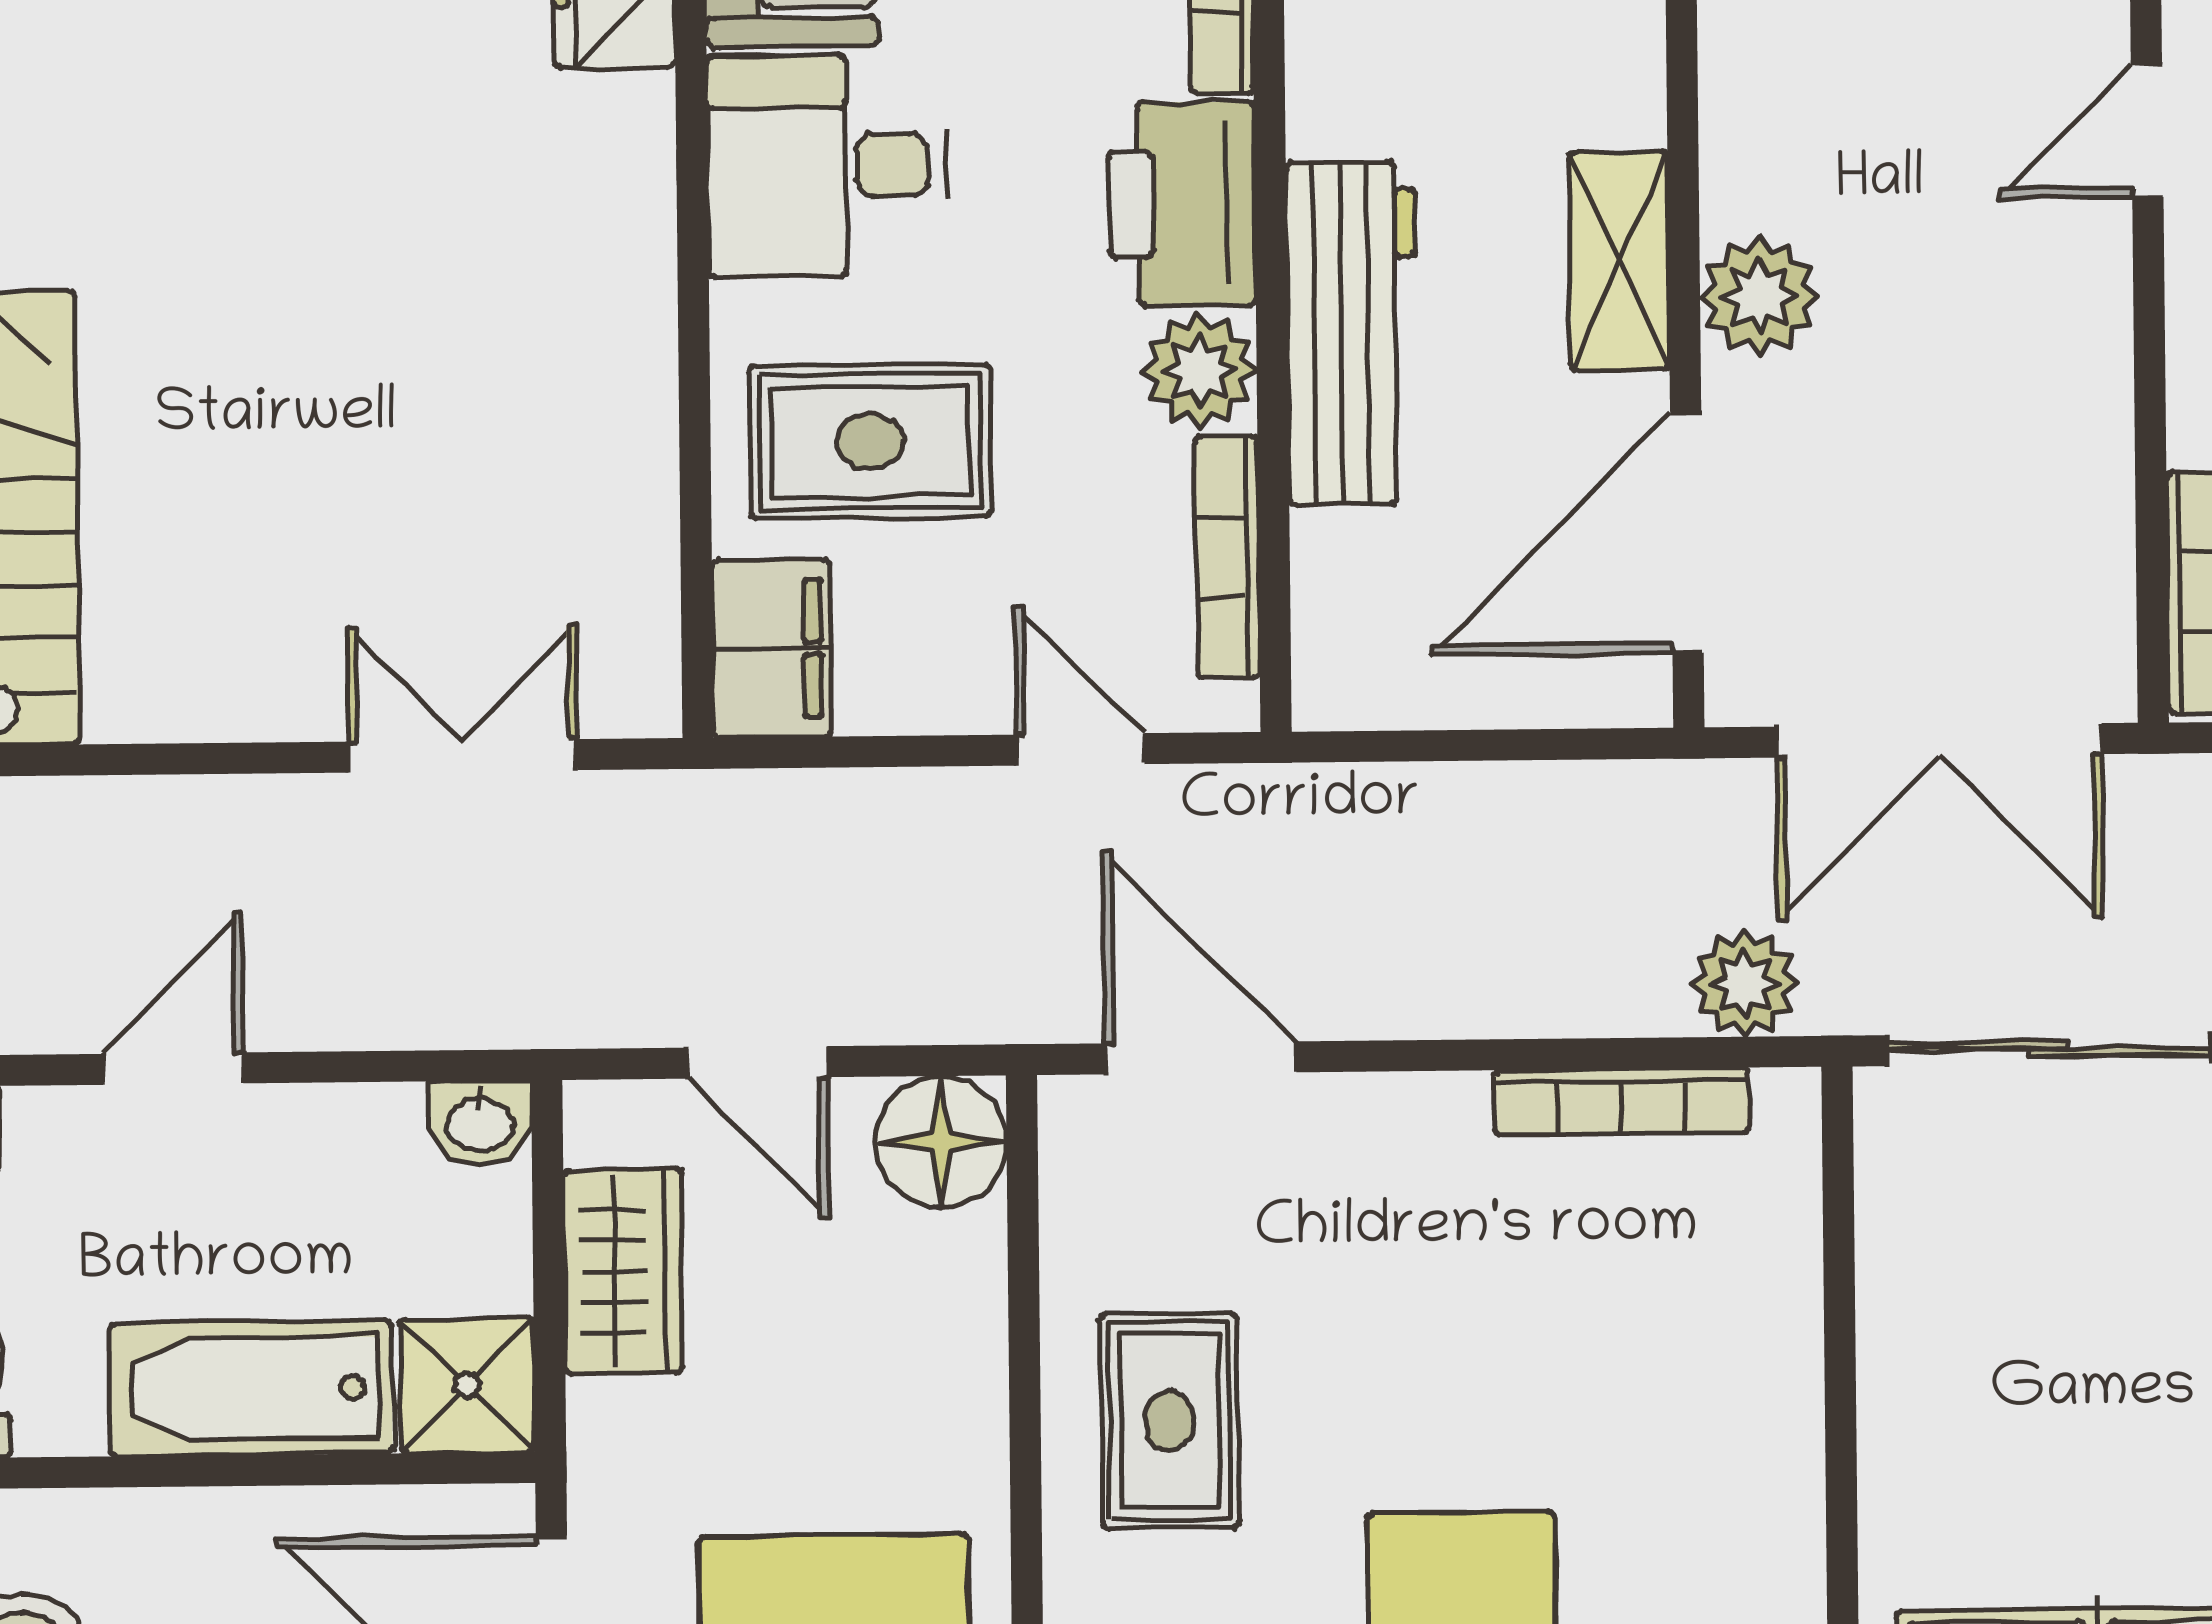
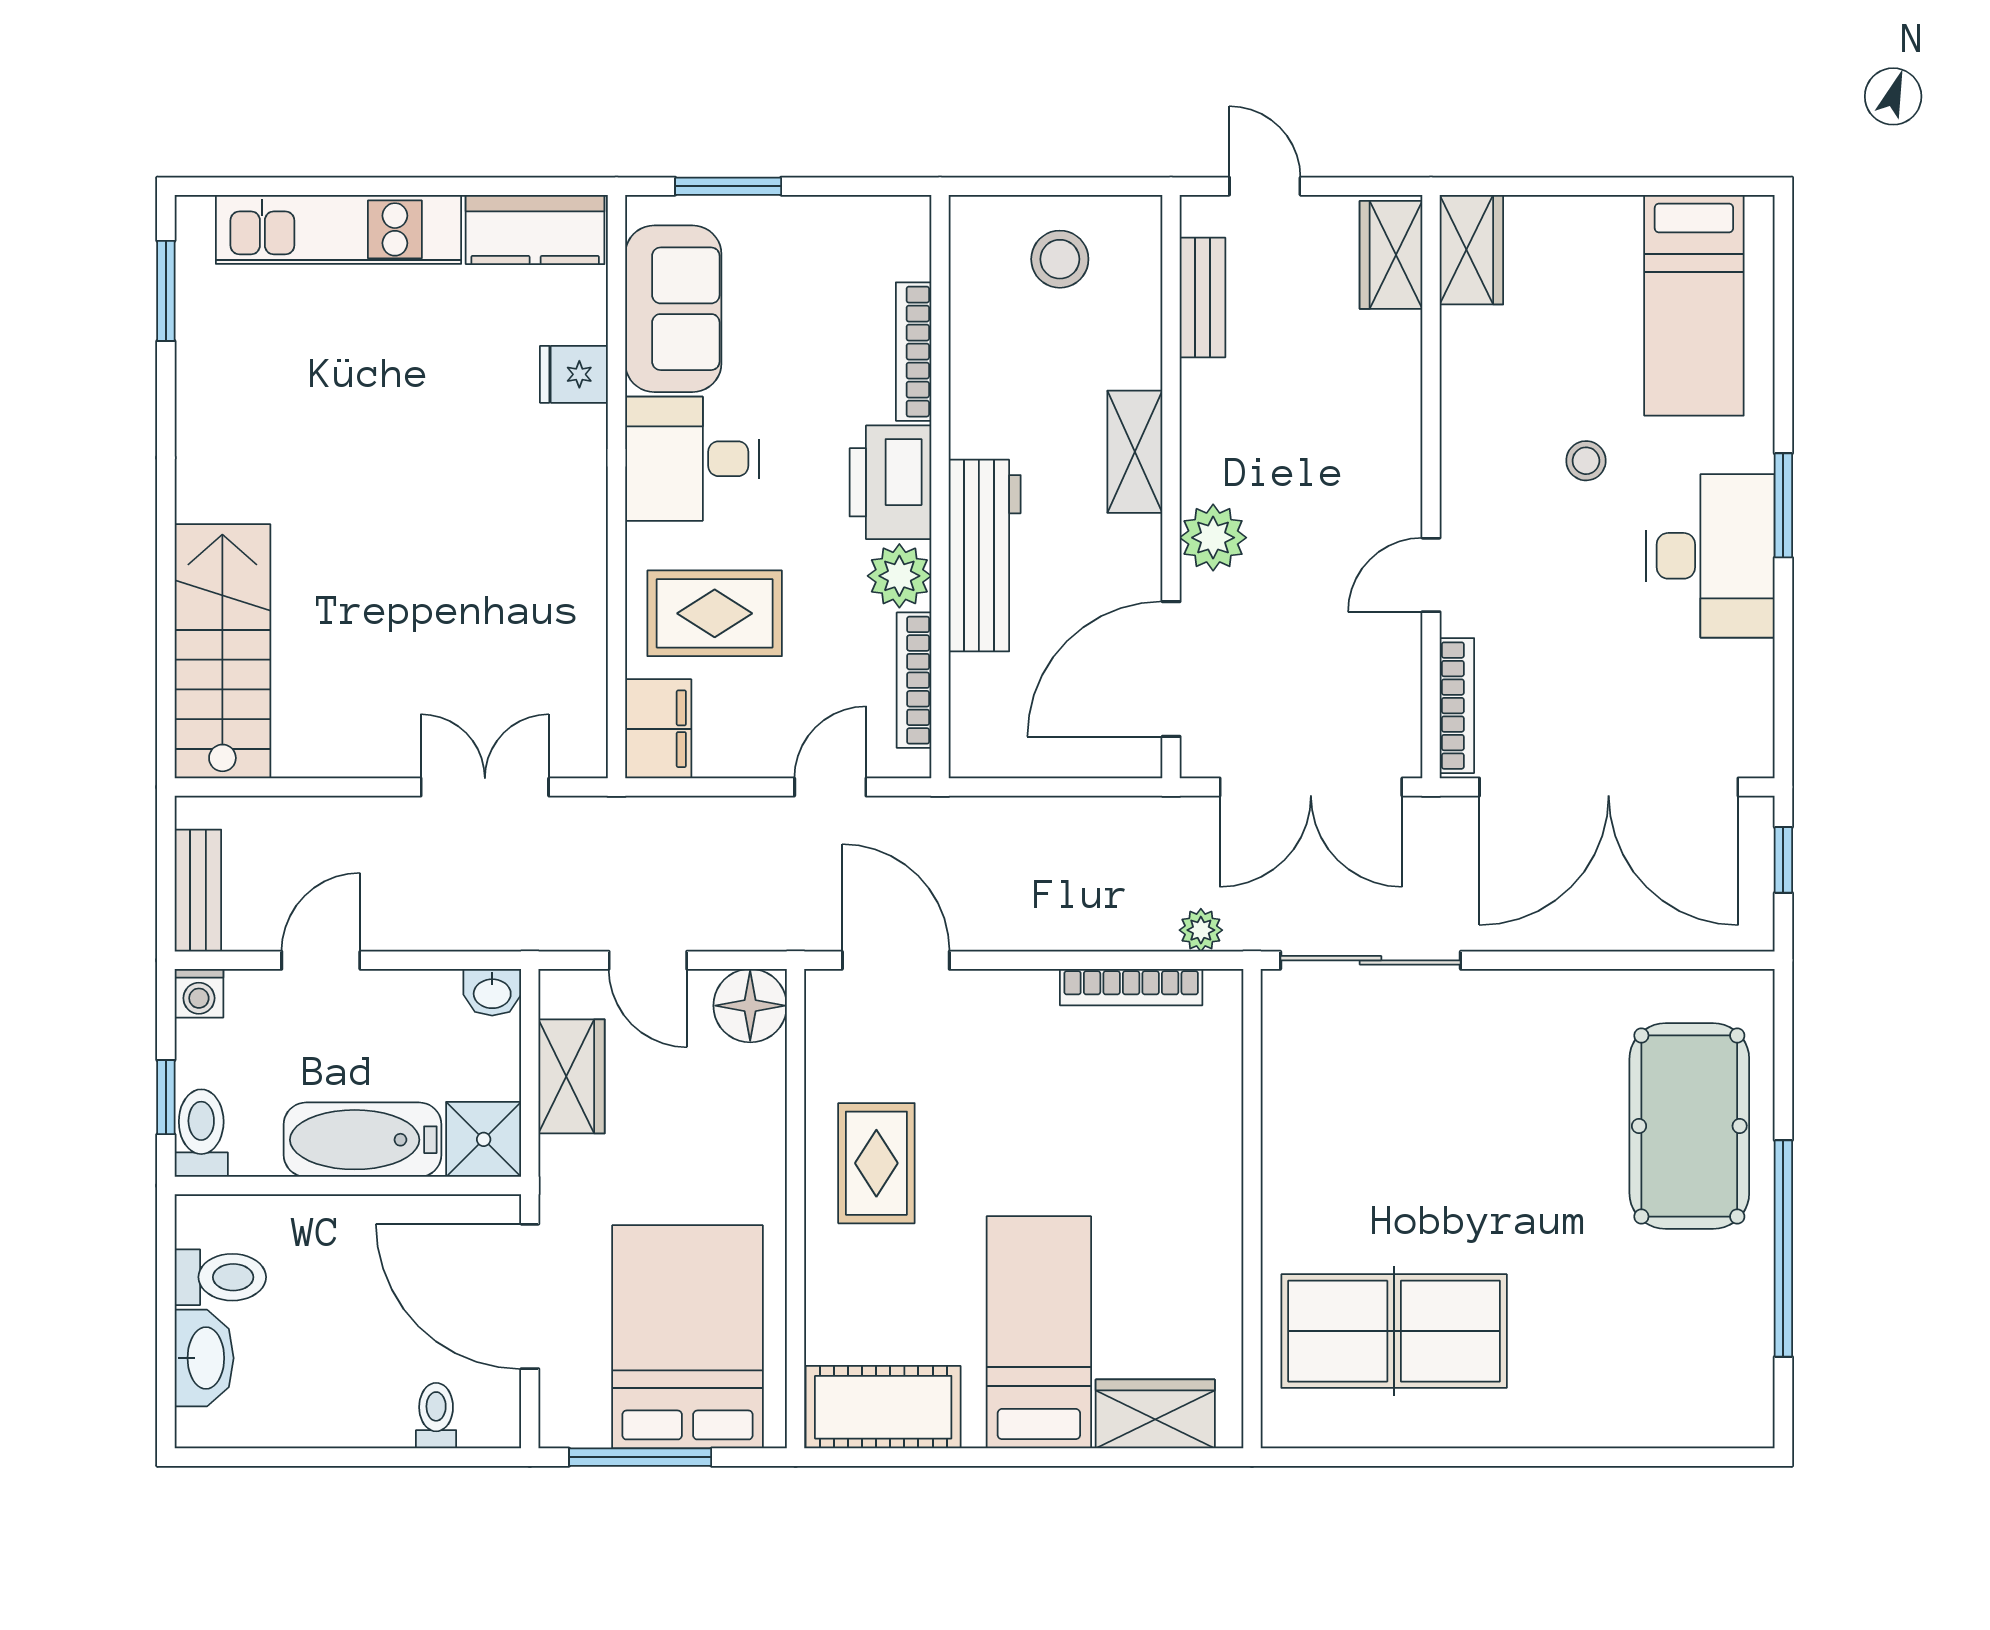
door: (2147, 131) -> (1431, 575), moved
shelving: (1619, 260) -> (1135, 452), moved
door: (1080, 749) -> (830, 787), hinge flipped
plant: (1745, 984) -> (1201, 930), width x0.73, depth x0.73

